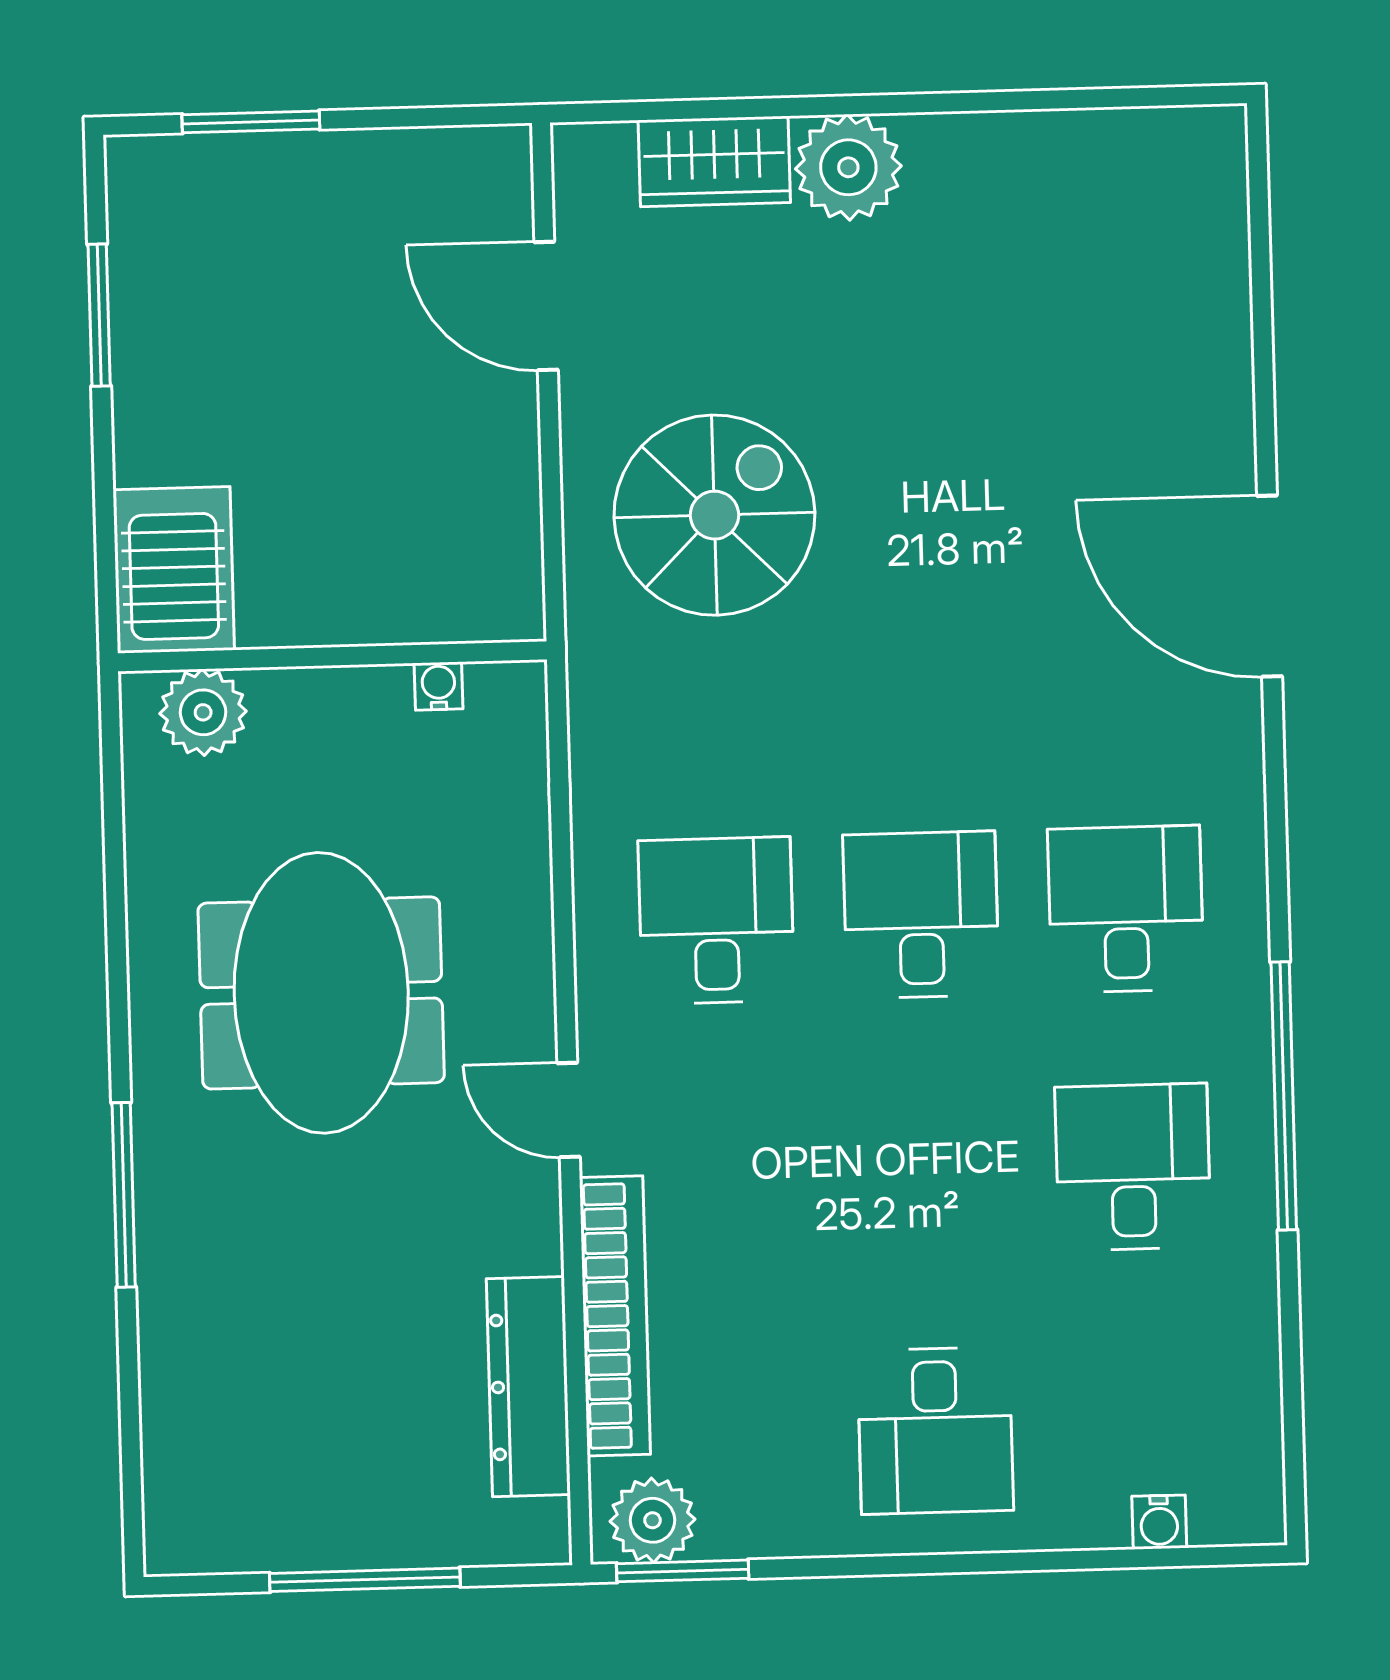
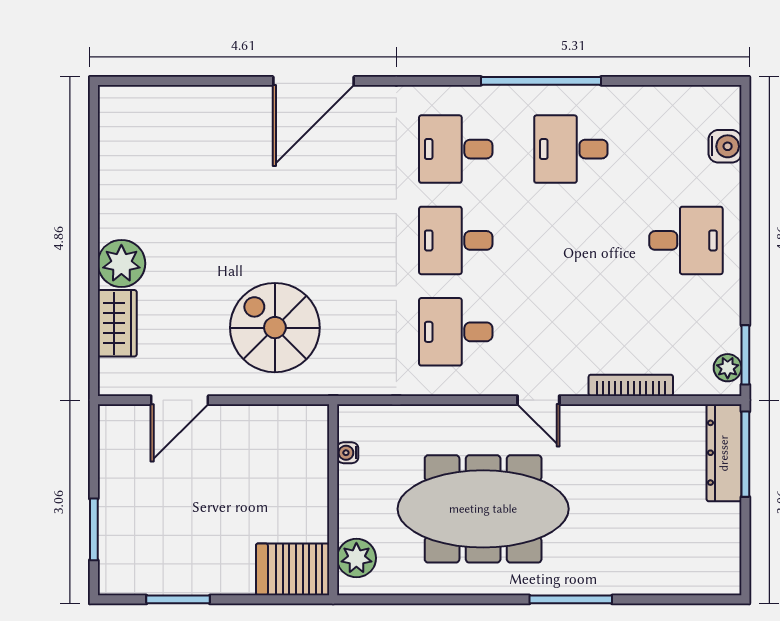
meeting table: (321, 993) -> (483, 509), width x1.36
door: (569, 1110) -> (538, 400), hinge flipped
bookcase: (615, 1316) -> (631, 385), width x0.68, depth x0.76
dresser: (528, 1387) -> (724, 453), moved, turned 90
plant: (652, 1520) -> (728, 368), width x0.73, depth x0.73
water cooler: (1159, 1522) -> (725, 146), width x1.38, depth x1.38
window: (365, 1580) -> (745, 454), moved

